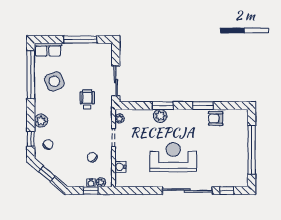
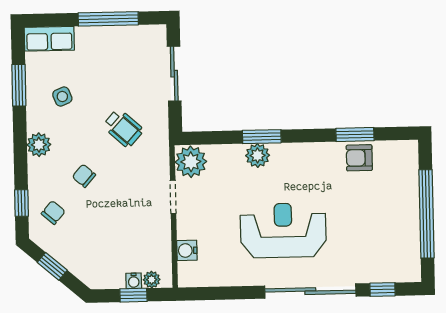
window: (31, 75) -> (19, 85), width x0.47
side table: (54, 81) -> (62, 97), width x0.54, depth x0.54
sliding door: (116, 81) -> (174, 74), moved
wheelchair: (87, 99) -> (123, 128), turned 132
window: (203, 106) -> (355, 134), moved
plant: (120, 118) -> (191, 162), width x1.87, depth x1.87
plant: (41, 121) -> (39, 145), moved
chair: (92, 157) -> (84, 176), moved

